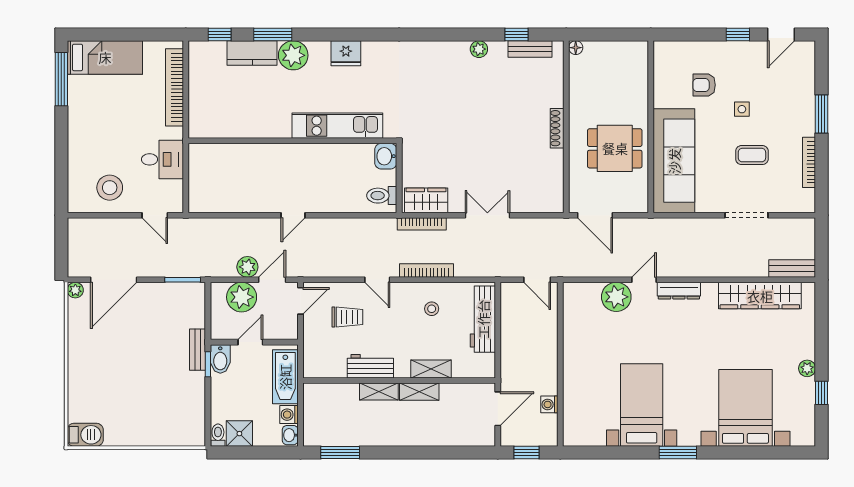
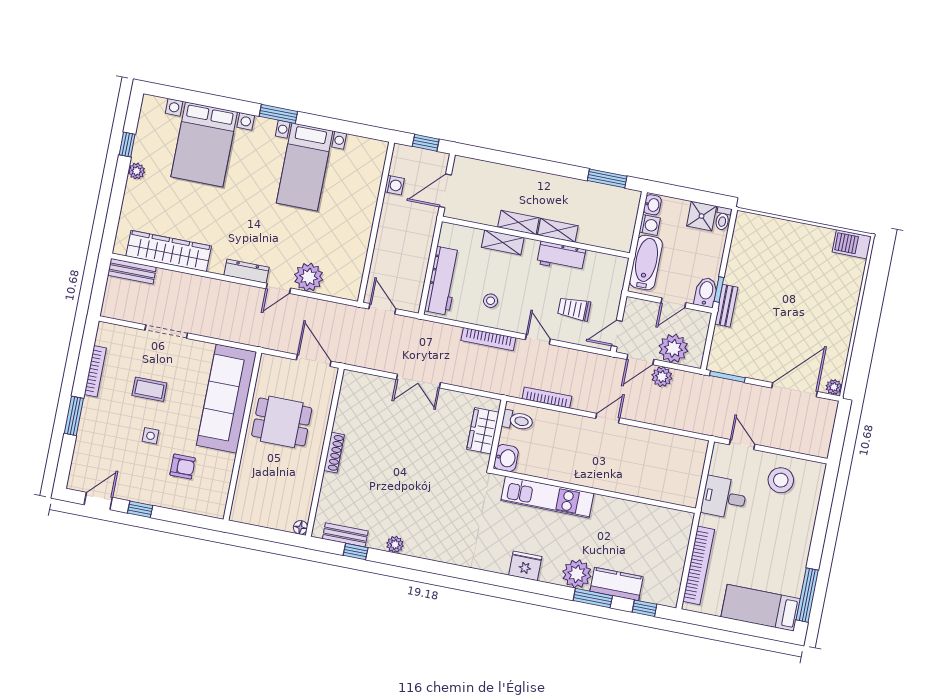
wardrobe: (426, 200) -> (483, 431), moved, turned 90
bookcase: (422, 224) -> (547, 398), moved

